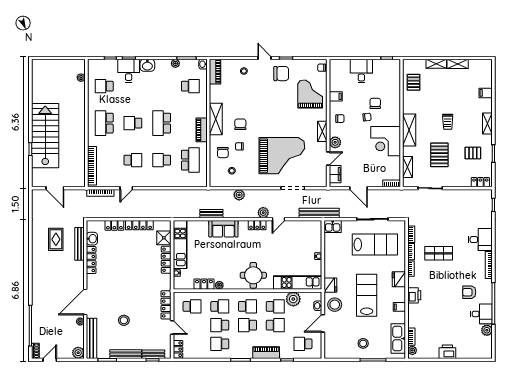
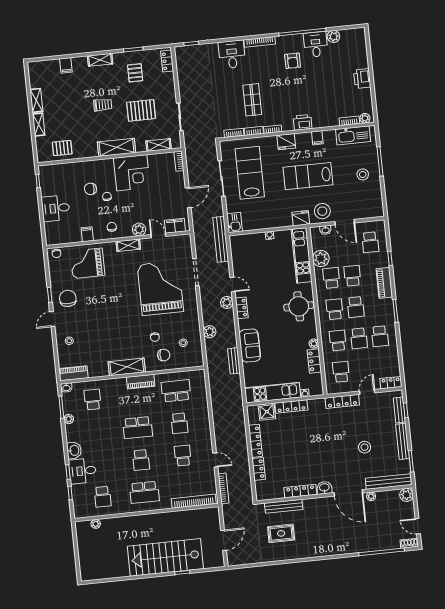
chair: (240, 124) -> (130, 339), removed
washbasin: (92, 239) -> (324, 488), moved

